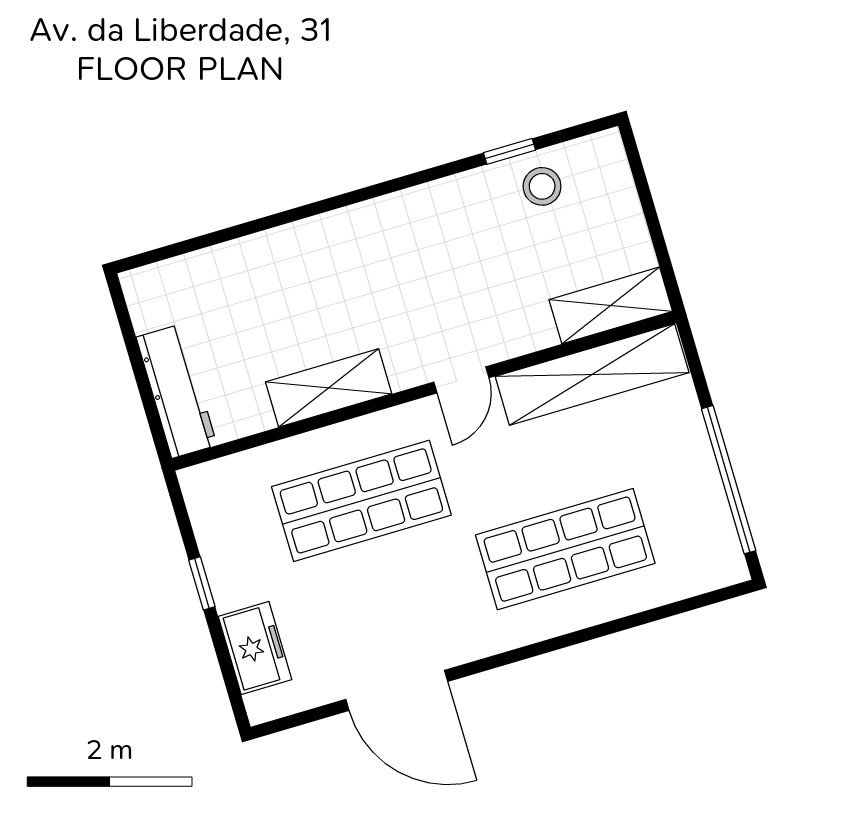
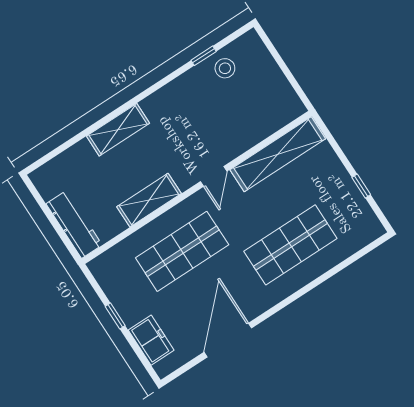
shelving: (611, 305) -> (118, 130), moved
window: (729, 480) -> (361, 186), width x0.32
door: (397, 690) -> (228, 340), swing flipped

